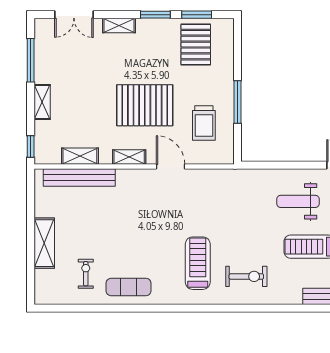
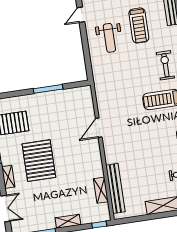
pallet: (145, 105) -> (39, 161), moved
trolley: (204, 123) -> (66, 109), removed
shelving: (129, 157) -> (96, 157), removed

